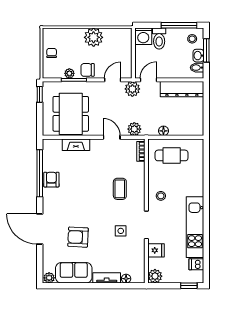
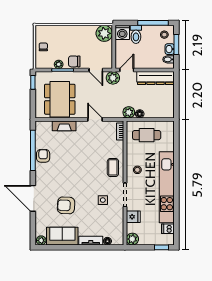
plant: (94, 37) -> (104, 33), moved
door: (113, 80) -> (96, 70), swing flipped
plant: (134, 129) -> (129, 112), moved
coffee table: (120, 189) -> (113, 167), moved
kitchen unit: (195, 227) -> (167, 187), width x1.36

